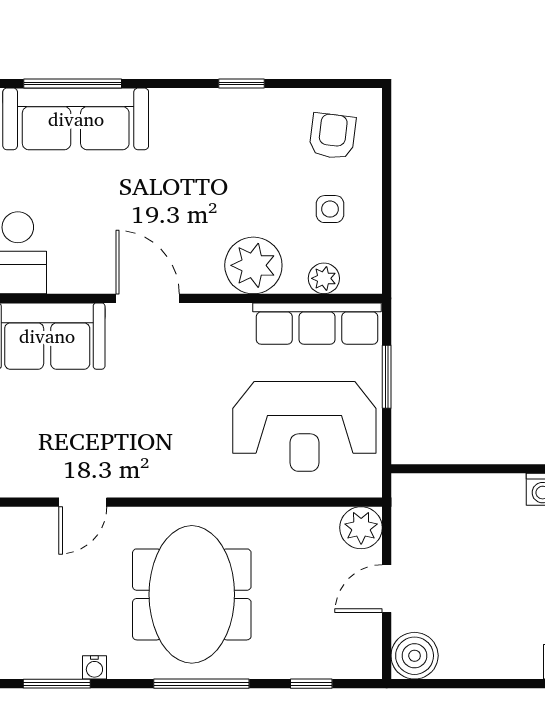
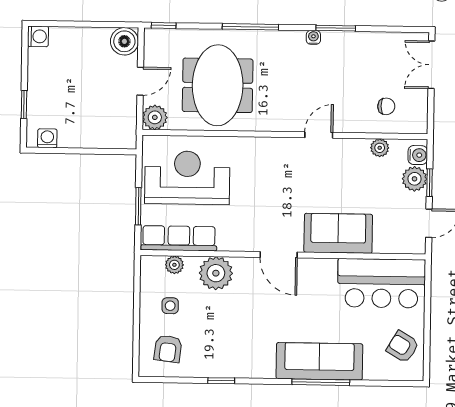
meeting table: (192, 594) -> (218, 85), moved
window: (311, 684) -> (164, 25), moved

